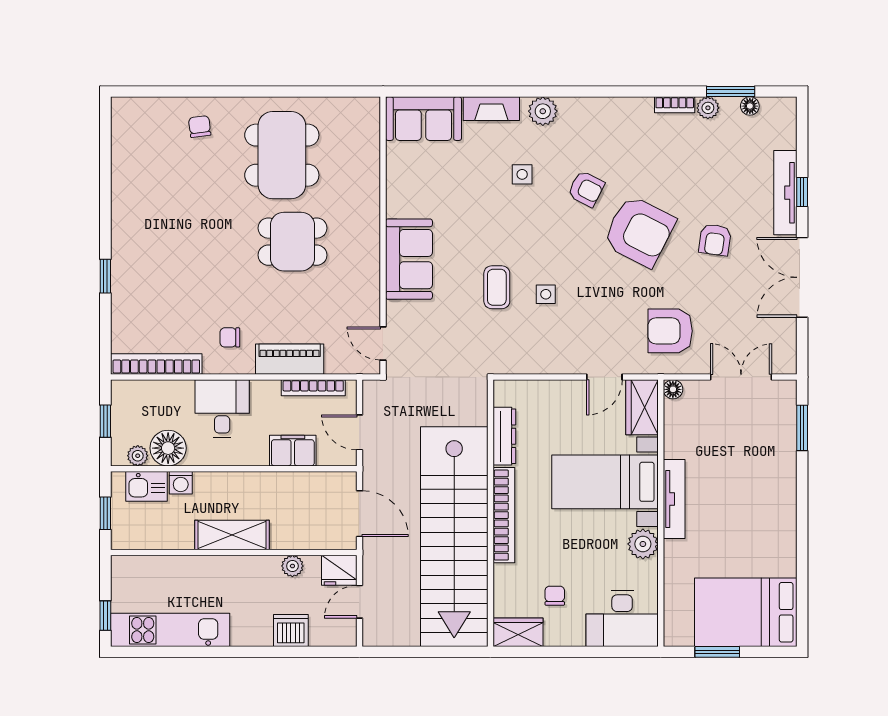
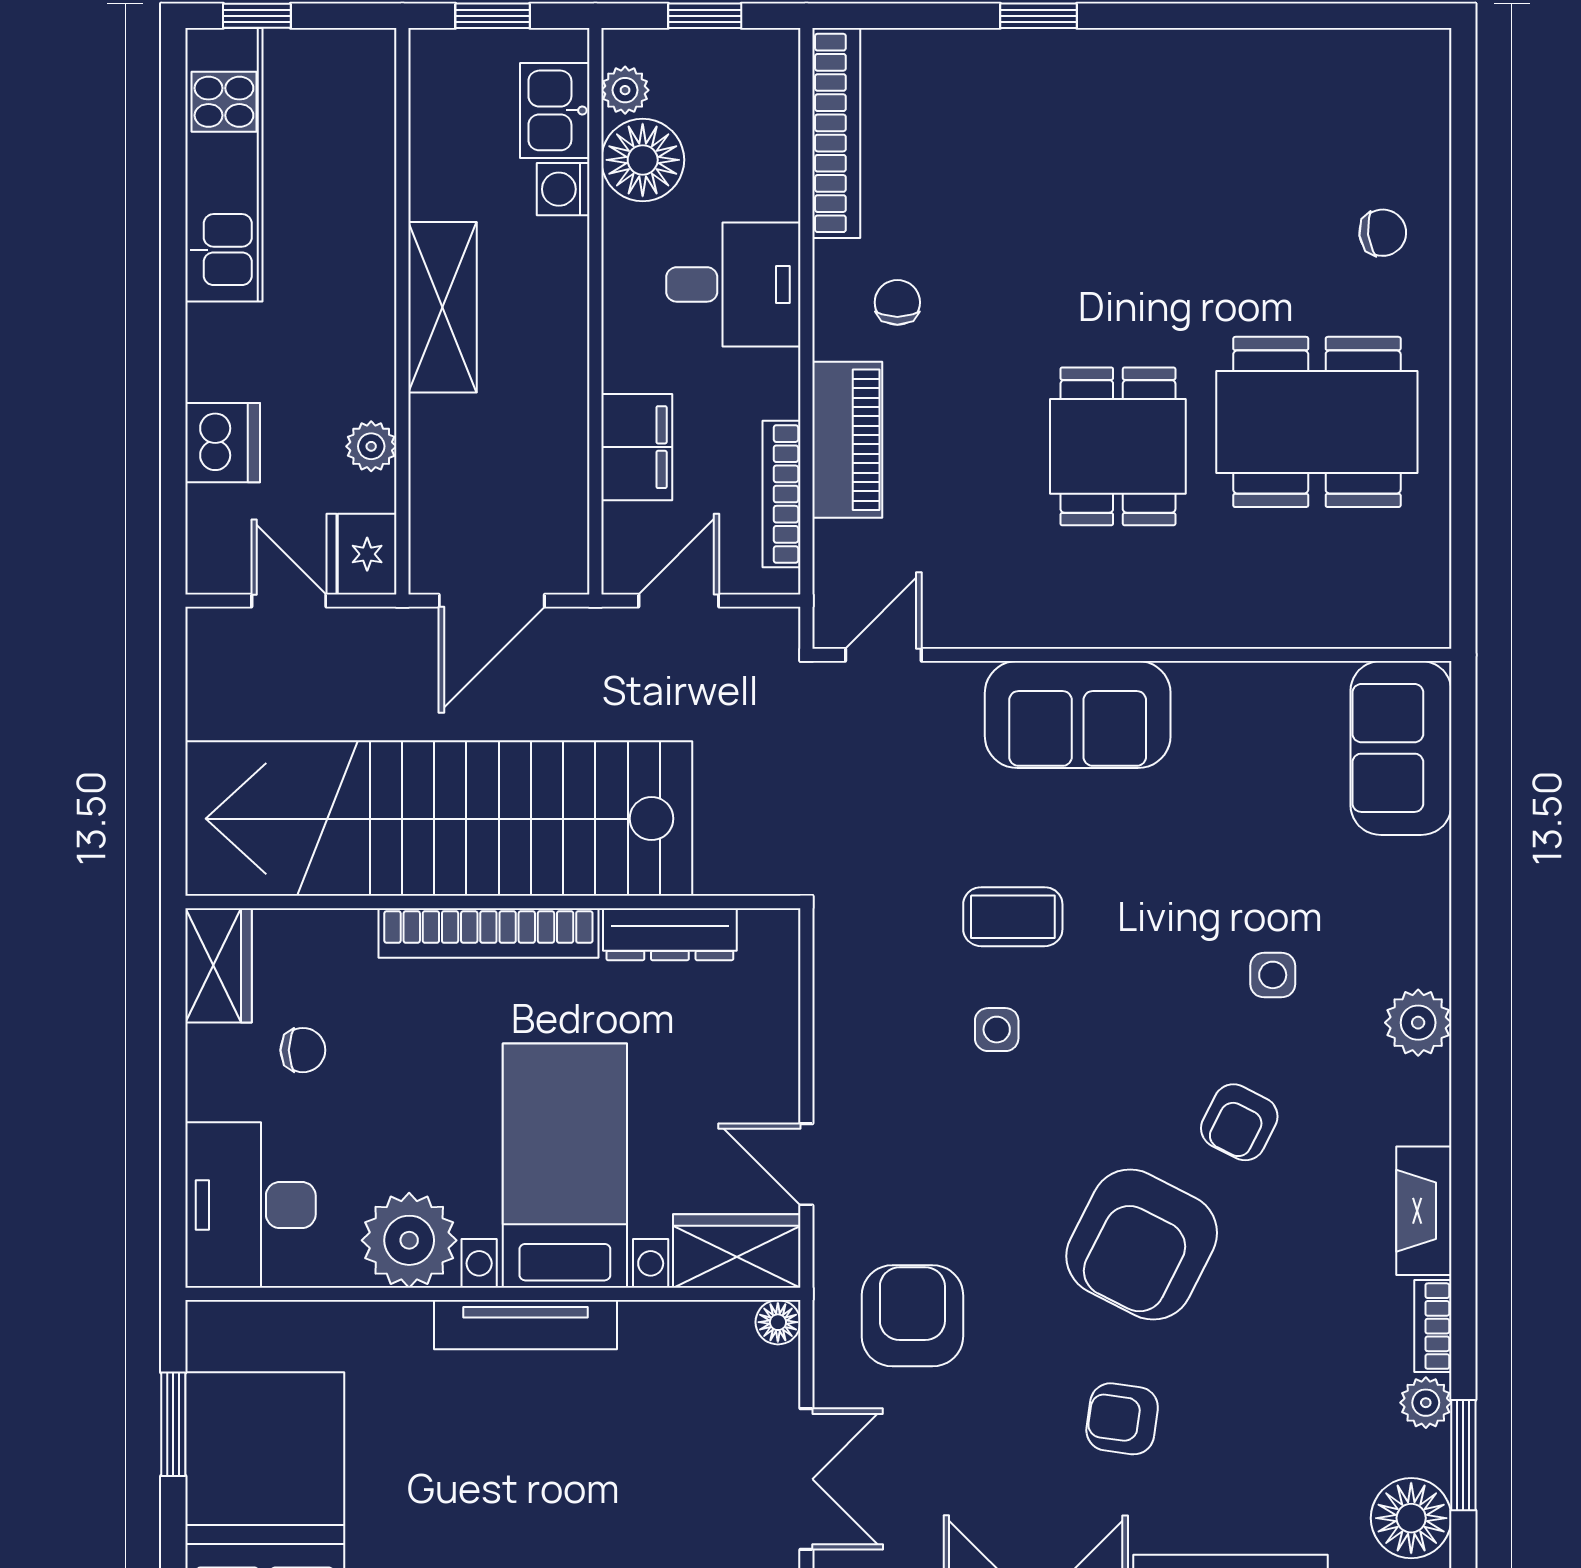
floor lamp: (750, 106) -> (1411, 1518), width x1.89, depth x1.89
fireplace: (491, 109) -> (1424, 1211), moved
plant: (643, 544) -> (409, 1240), width x1.36, depth x1.36

